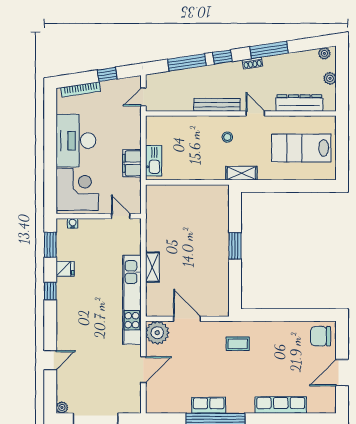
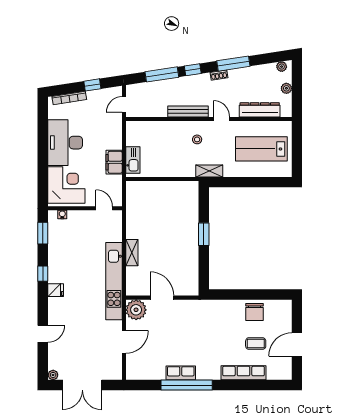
fridge: (65, 269) -> (56, 290), moved
chair: (321, 336) -> (255, 312), moved, turned -90
coffee table: (238, 344) -> (256, 344), moved

